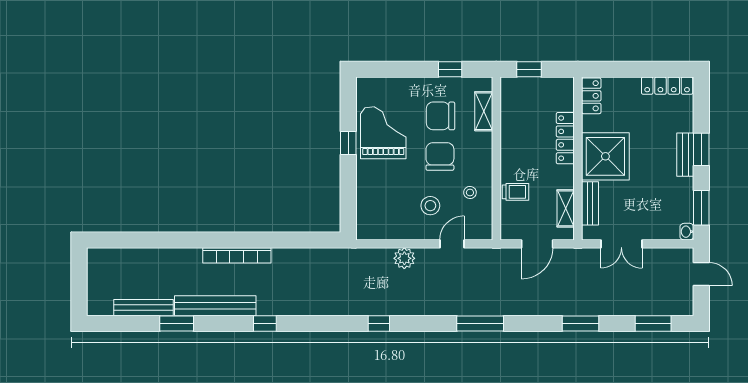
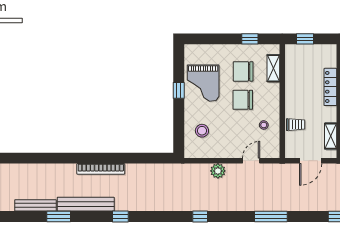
grand piano: (383, 133) -> (203, 83), turned 180
chair: (440, 156) -> (243, 100), turned -90
stool: (430, 206) -> (202, 131), moved

